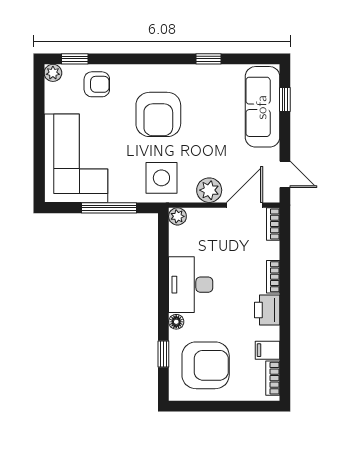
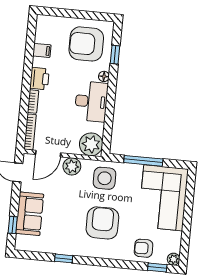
sofa: (262, 107) -> (30, 214), width x0.73
plant: (177, 216) -> (91, 144), width x1.88, depth x1.88
bookcase: (273, 224) -> (30, 132), width x1.56
bookcase: (273, 378) -> (40, 30), removed

